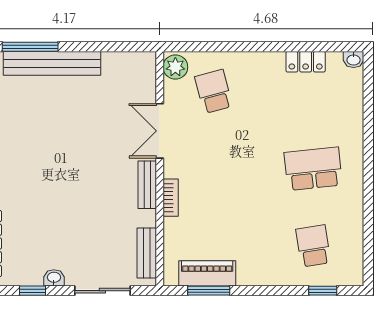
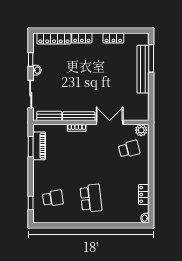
bench: (147, 185) -> (79, 116), width x1.36

